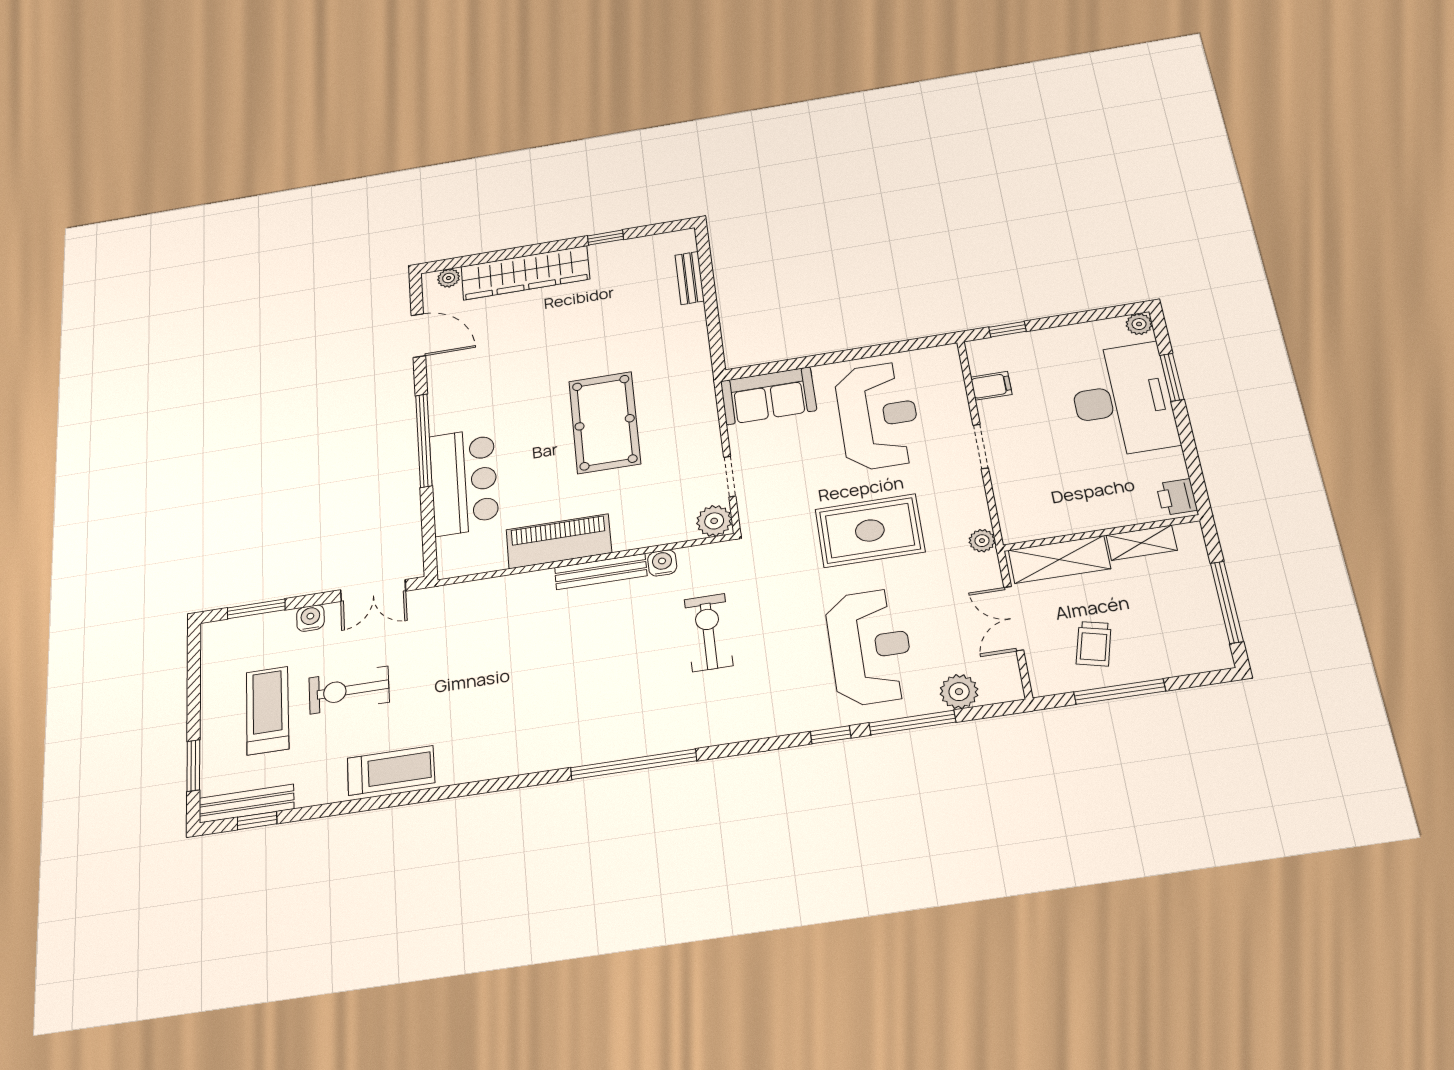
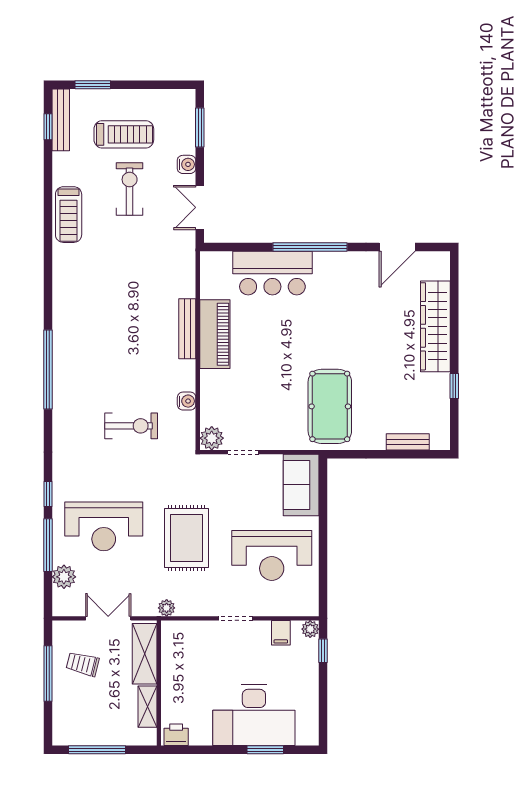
plant: (449, 278) -> (442, 271), removed
plant: (1139, 324) -> (310, 629), moved
pool table: (605, 422) -> (330, 406), moved, turned 90
bench: (601, 572) -> (187, 329), moved

